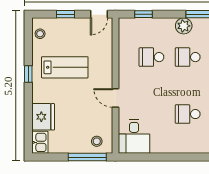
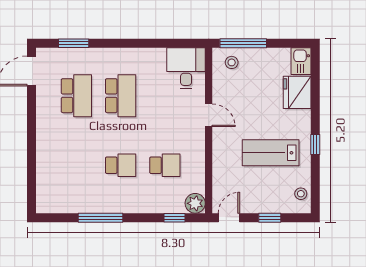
plant: (184, 26) -> (195, 203), moved
school desk: (188, 114) -> (121, 96), width x1.85

